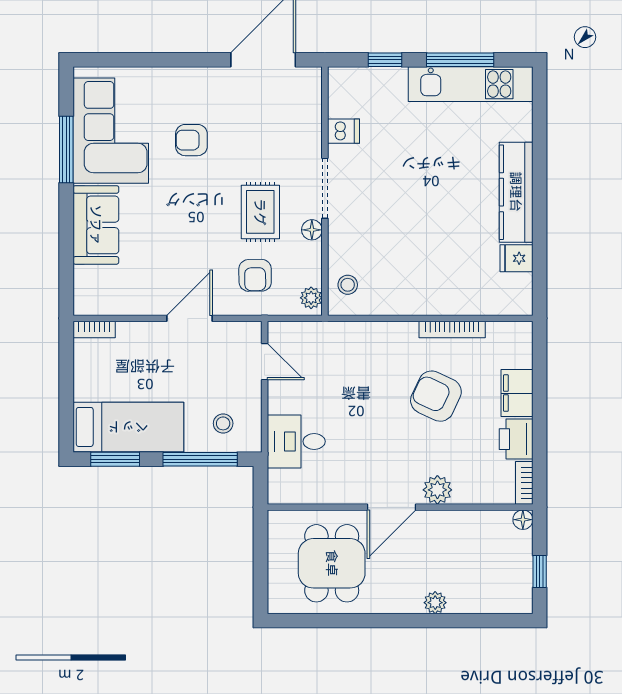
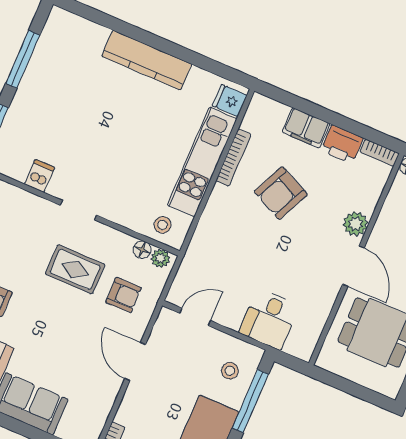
kitchen unit: (471, 84) -> (202, 162), moved, turned 180
doorway: (325, 188) -> (78, 210), width x0.73
floor lamp: (312, 230) -> (142, 250), moved
fridge: (516, 258) -> (230, 100), moved, turned 90

